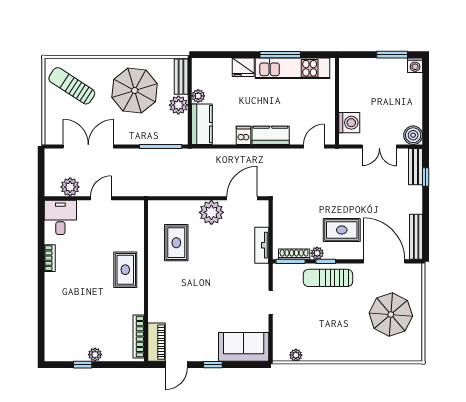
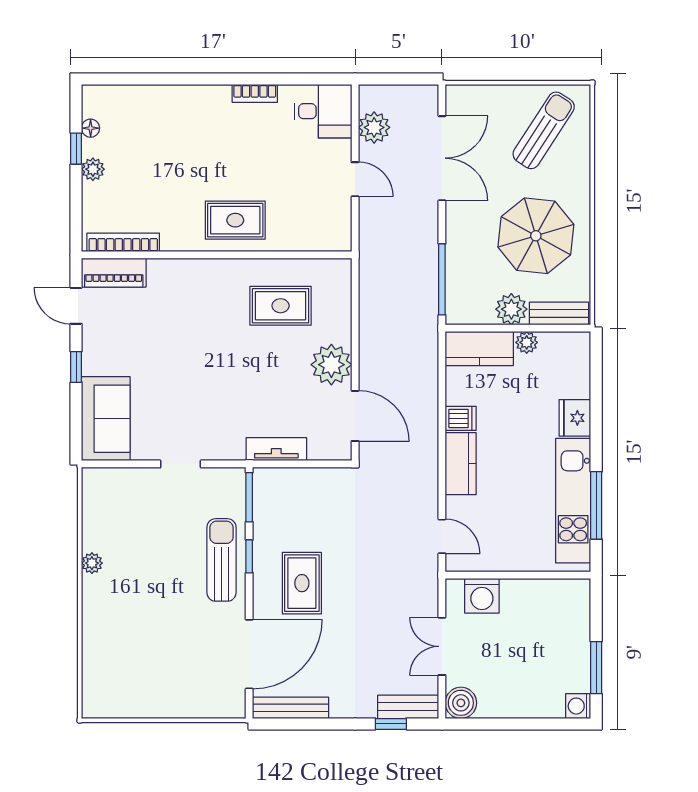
window: (280, 55) -> (596, 505), moved
plant: (317, 253) -> (263, 542), removed
shoe rack: (294, 254) -> (261, 503), removed
parasol: (391, 314) -> (160, 665), removed
plant: (296, 355) -> (92, 563), moved
floor lamp: (70, 356) -> (91, 128), added

